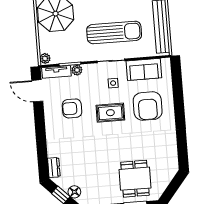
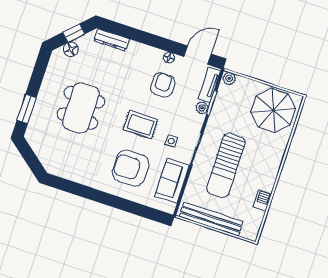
floor lamp: (49, 112) -> (169, 58), added
rug: (110, 113) -> (140, 125), turned 90
dresser: (54, 168) -> (112, 40), width x1.44
dining table: (135, 179) -> (81, 108), moved, width x1.38

